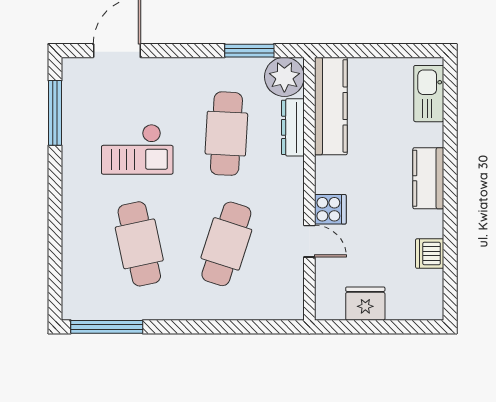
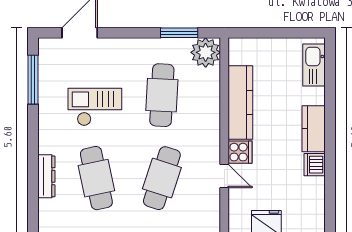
kitchen counter: (331, 106) -> (240, 103), moved
dresser: (293, 127) -> (46, 176), moved, turned 180
checkout: (137, 149) -> (95, 107), turned 180
dishwasher: (430, 254) -> (315, 165), moved

